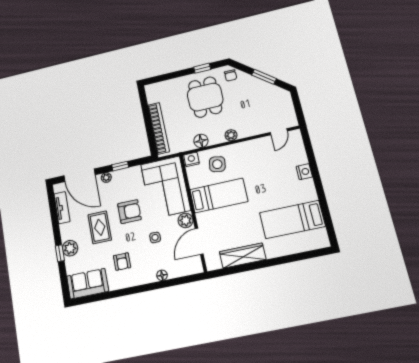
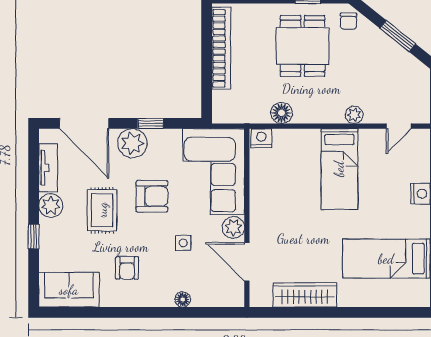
bookcase: (159, 128) -> (221, 48), moved
plant: (231, 135) -> (354, 115), moved
side table: (217, 164) -> (298, 154), removed
plant: (106, 178) -> (132, 143), width x1.88, depth x1.88
bed: (219, 195) -> (339, 169), moved, turned 90
door: (199, 241) -> (247, 262), hinge flipped
plant: (70, 248) -> (51, 206), moved

